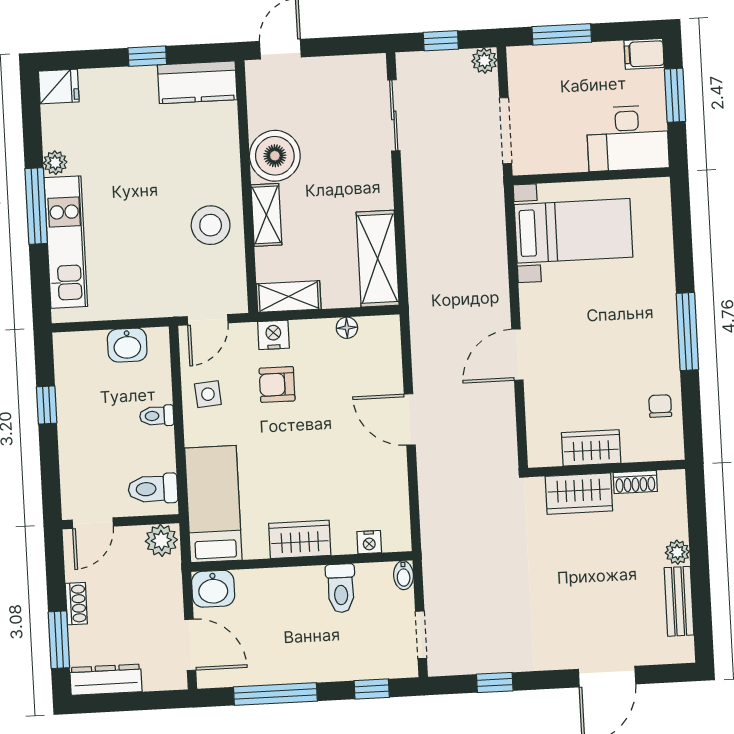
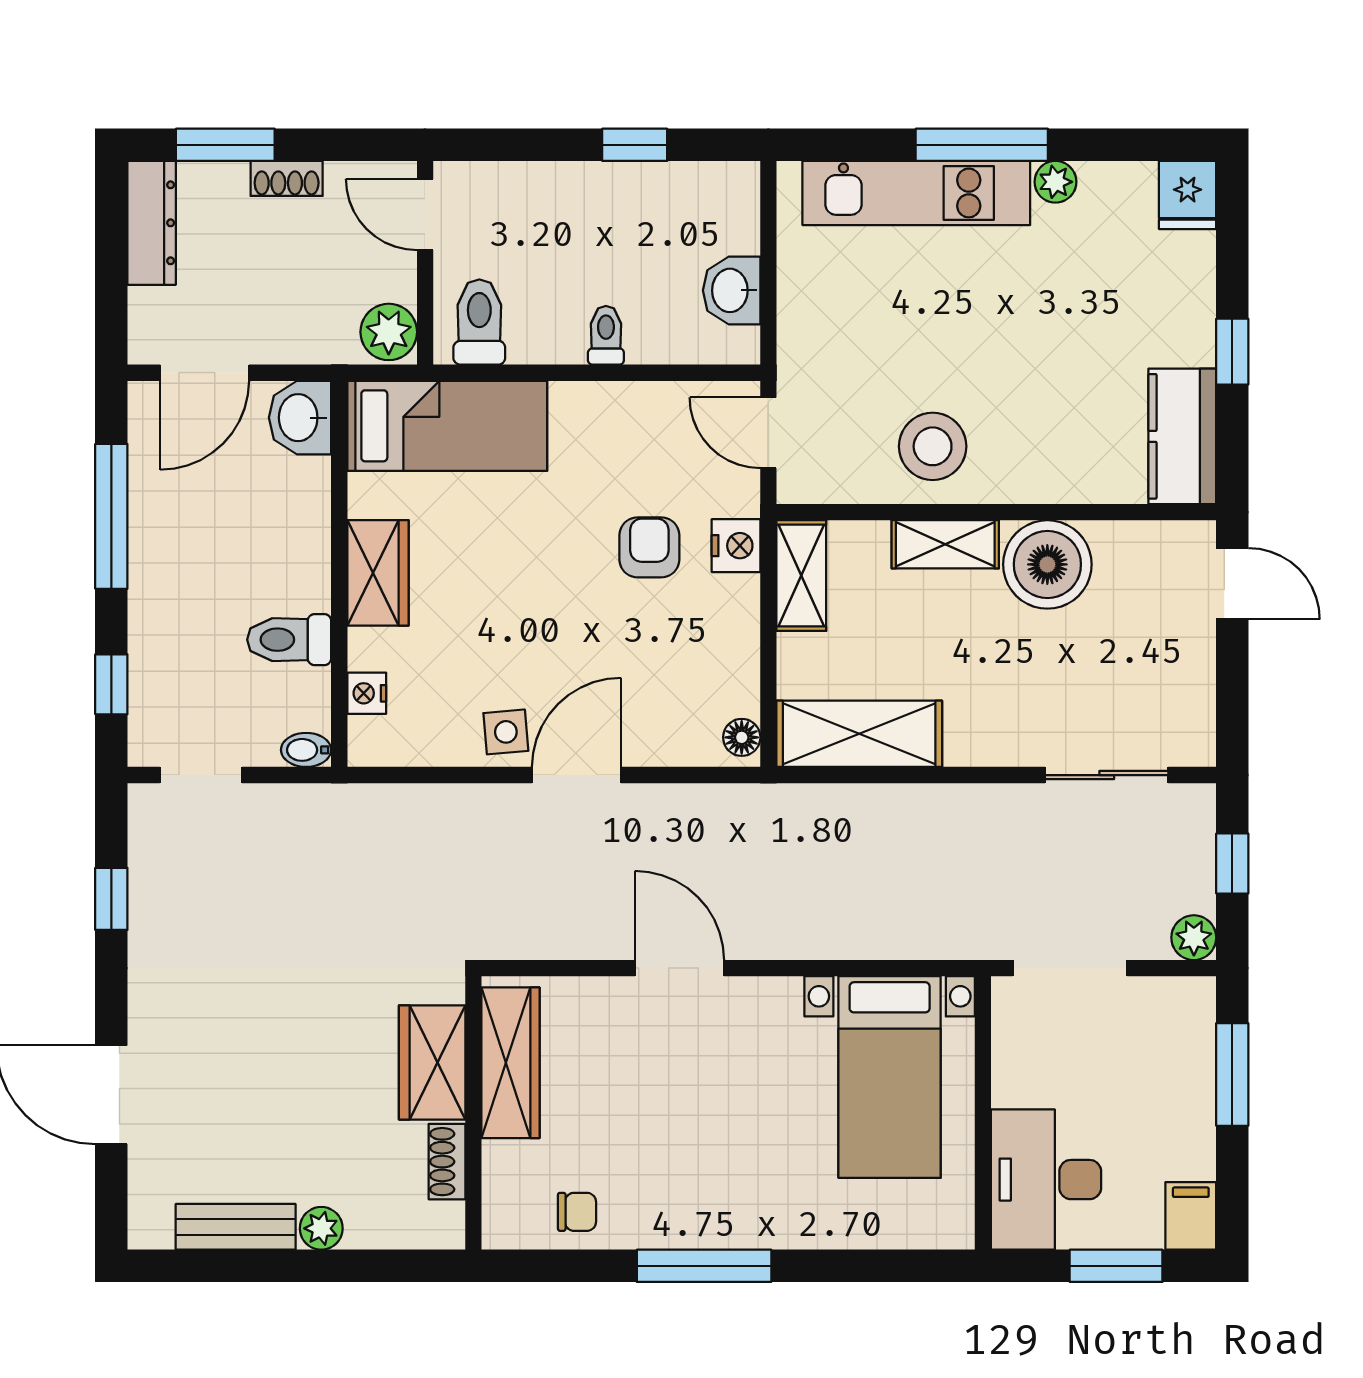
floor lamp: (347, 328) -> (742, 737), moved
side table: (208, 394) -> (506, 732), moved
wardrobe: (591, 448) -> (510, 1063), width x1.50

